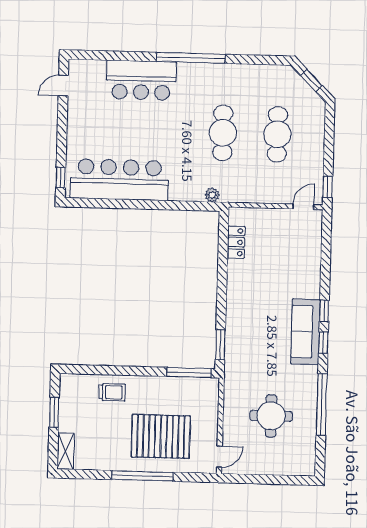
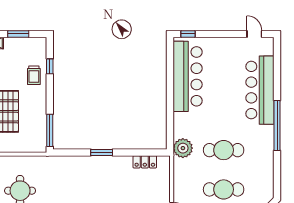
bar counter: (141, 80) -> (260, 90), width x1.36
plant: (212, 195) -> (183, 148), width x1.88, depth x1.88
window: (220, 345) -> (102, 153), moved
window: (100, 370) -> (50, 66), added

